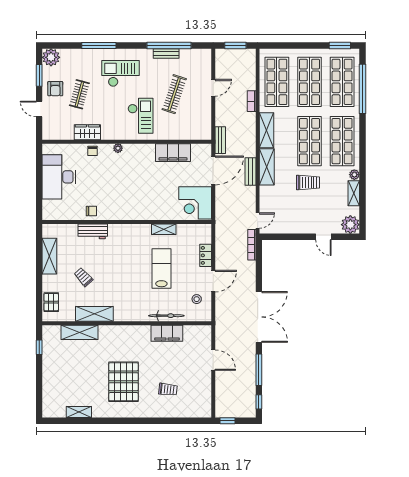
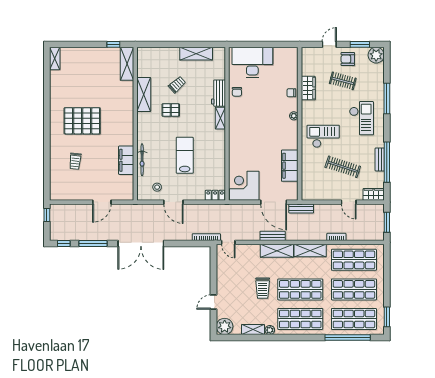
wardrobe: (205, 60) -> (374, 194), added
checkout: (141, 116) -> (323, 136), turned 180
desk: (59, 177) -> (252, 62), moved
shelving: (164, 229) -> (220, 118), moved
locker: (206, 255) -> (215, 195), moved
lab bench: (161, 269) -> (185, 155), turned -90
pallet: (51, 302) -> (171, 110), moved
shelving: (80, 332) -> (127, 64), moved
shelving: (79, 412) -> (55, 59), moved

